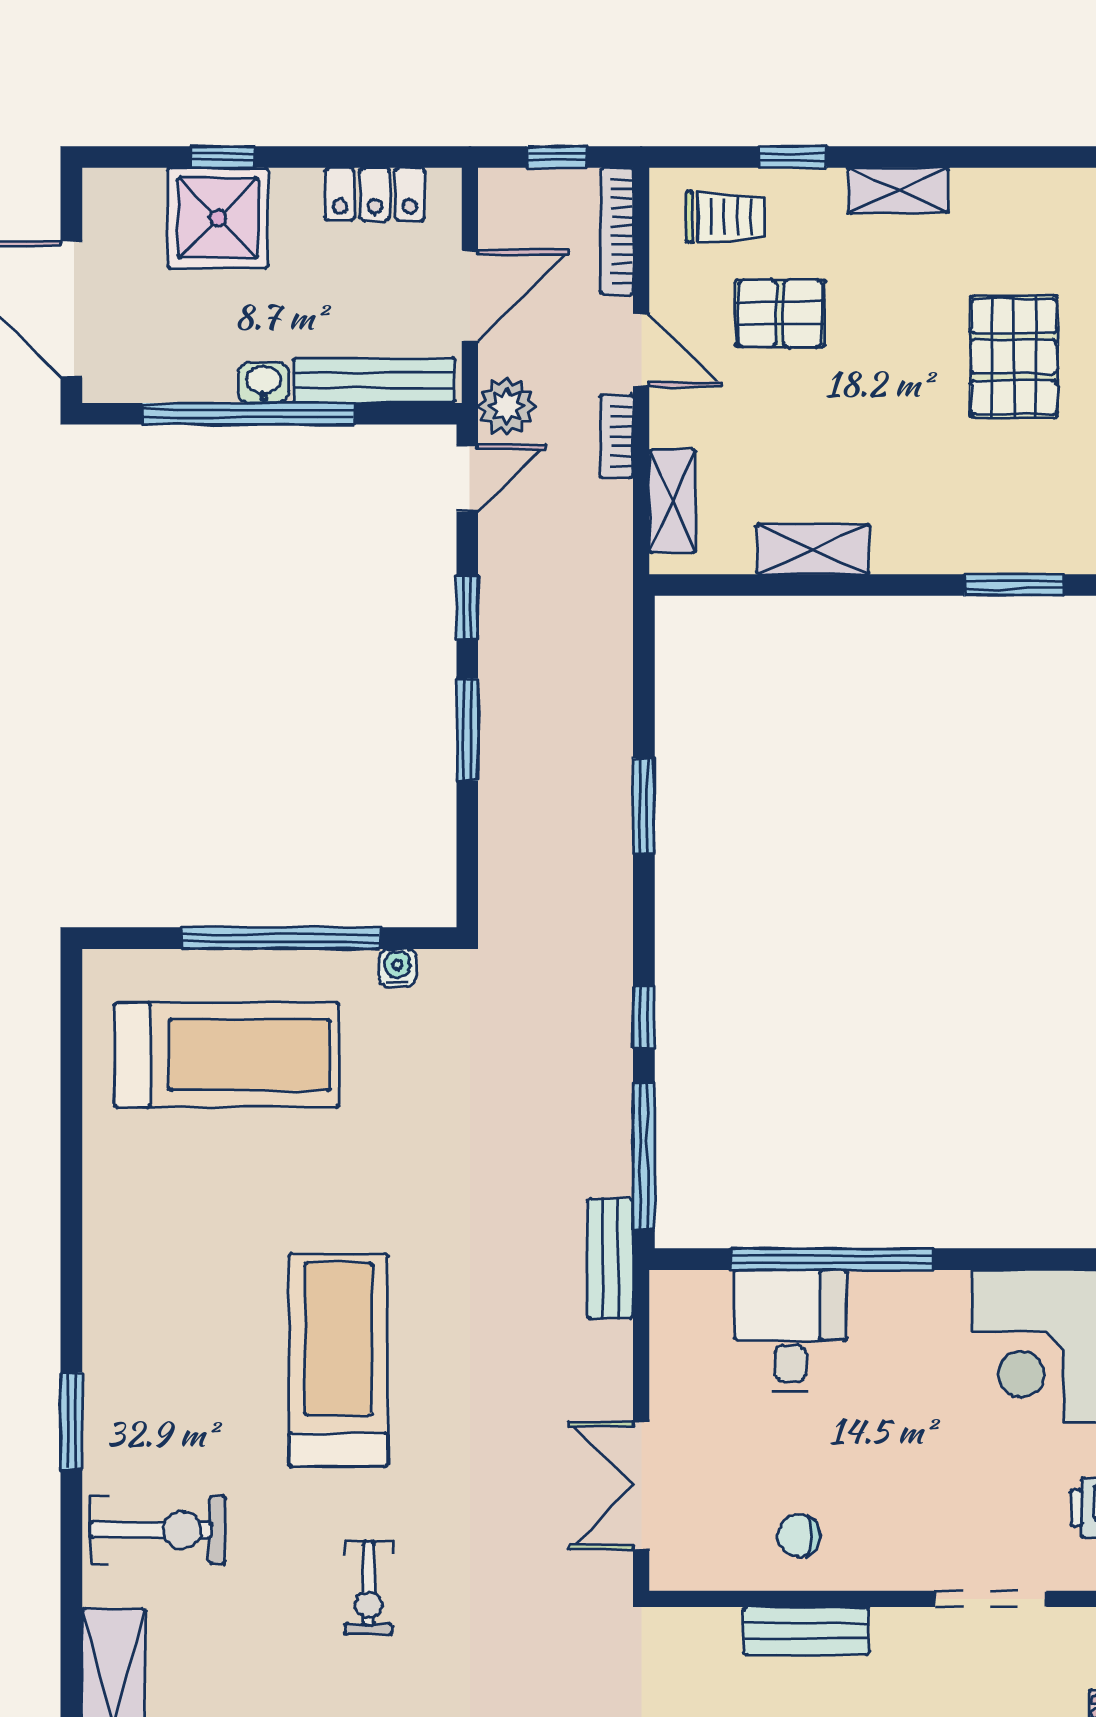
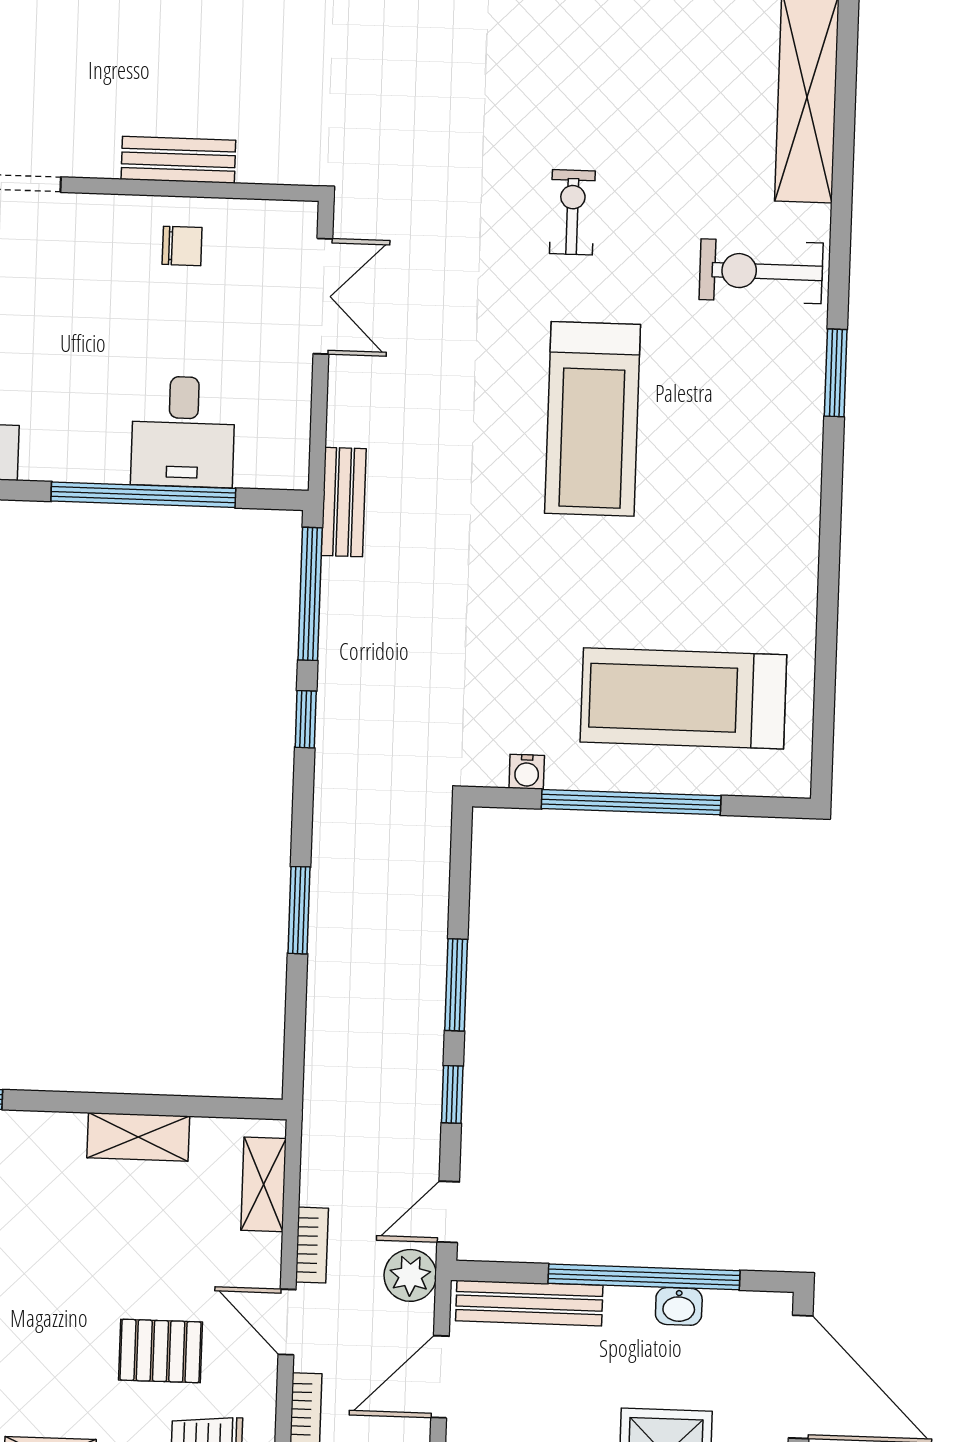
washbasin: (264, 383) -> (679, 1306), moved

